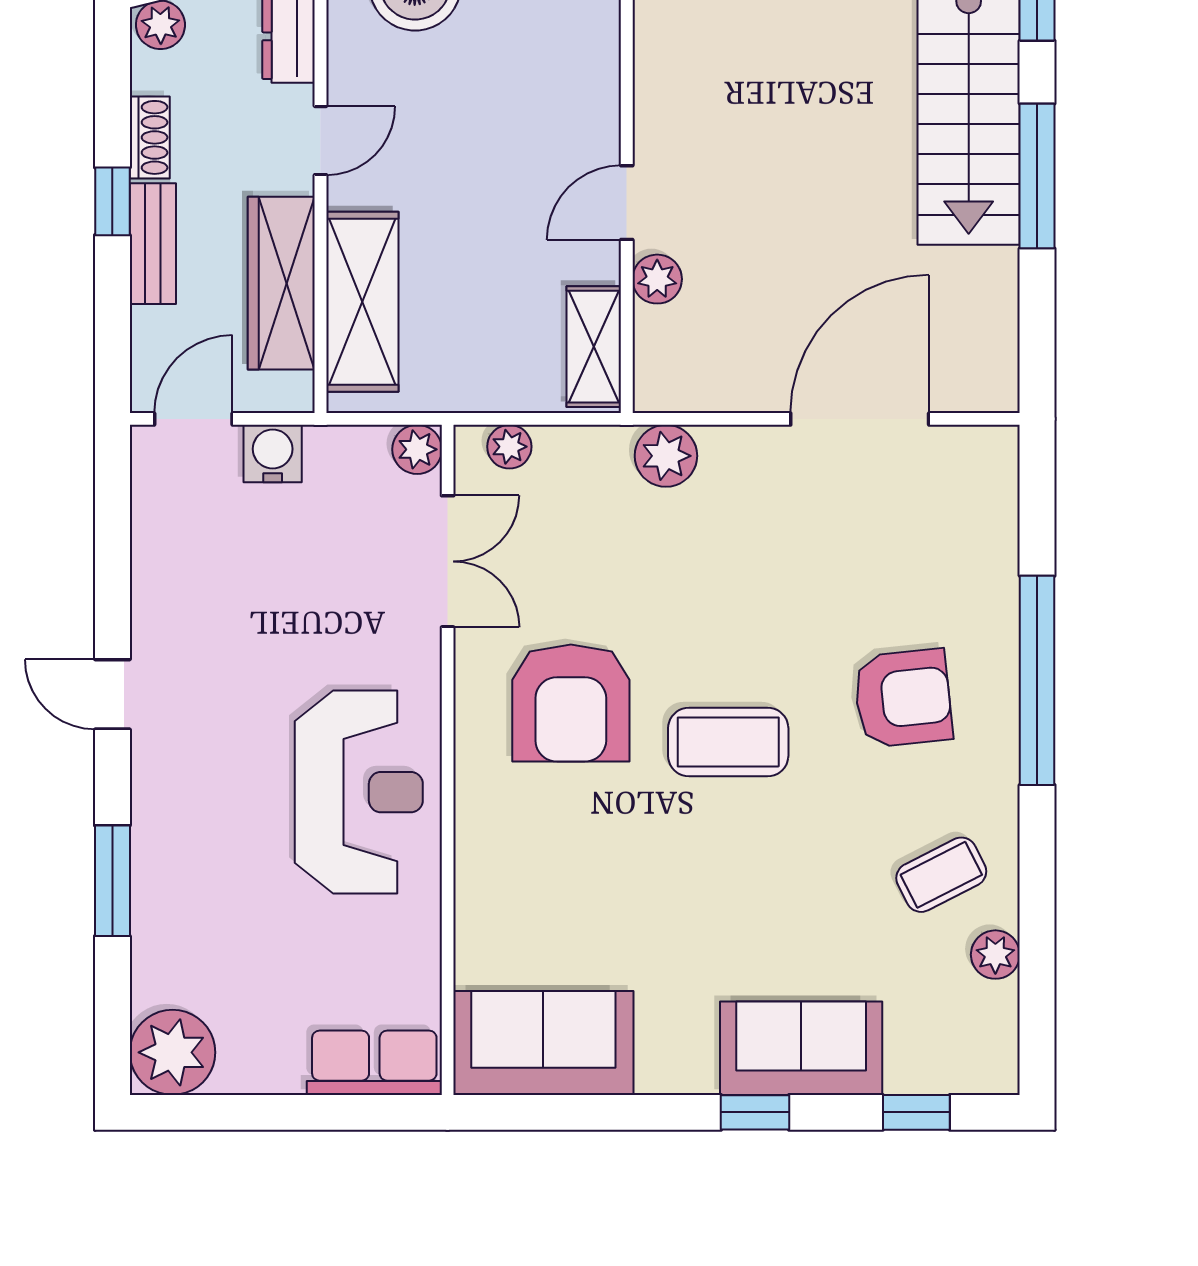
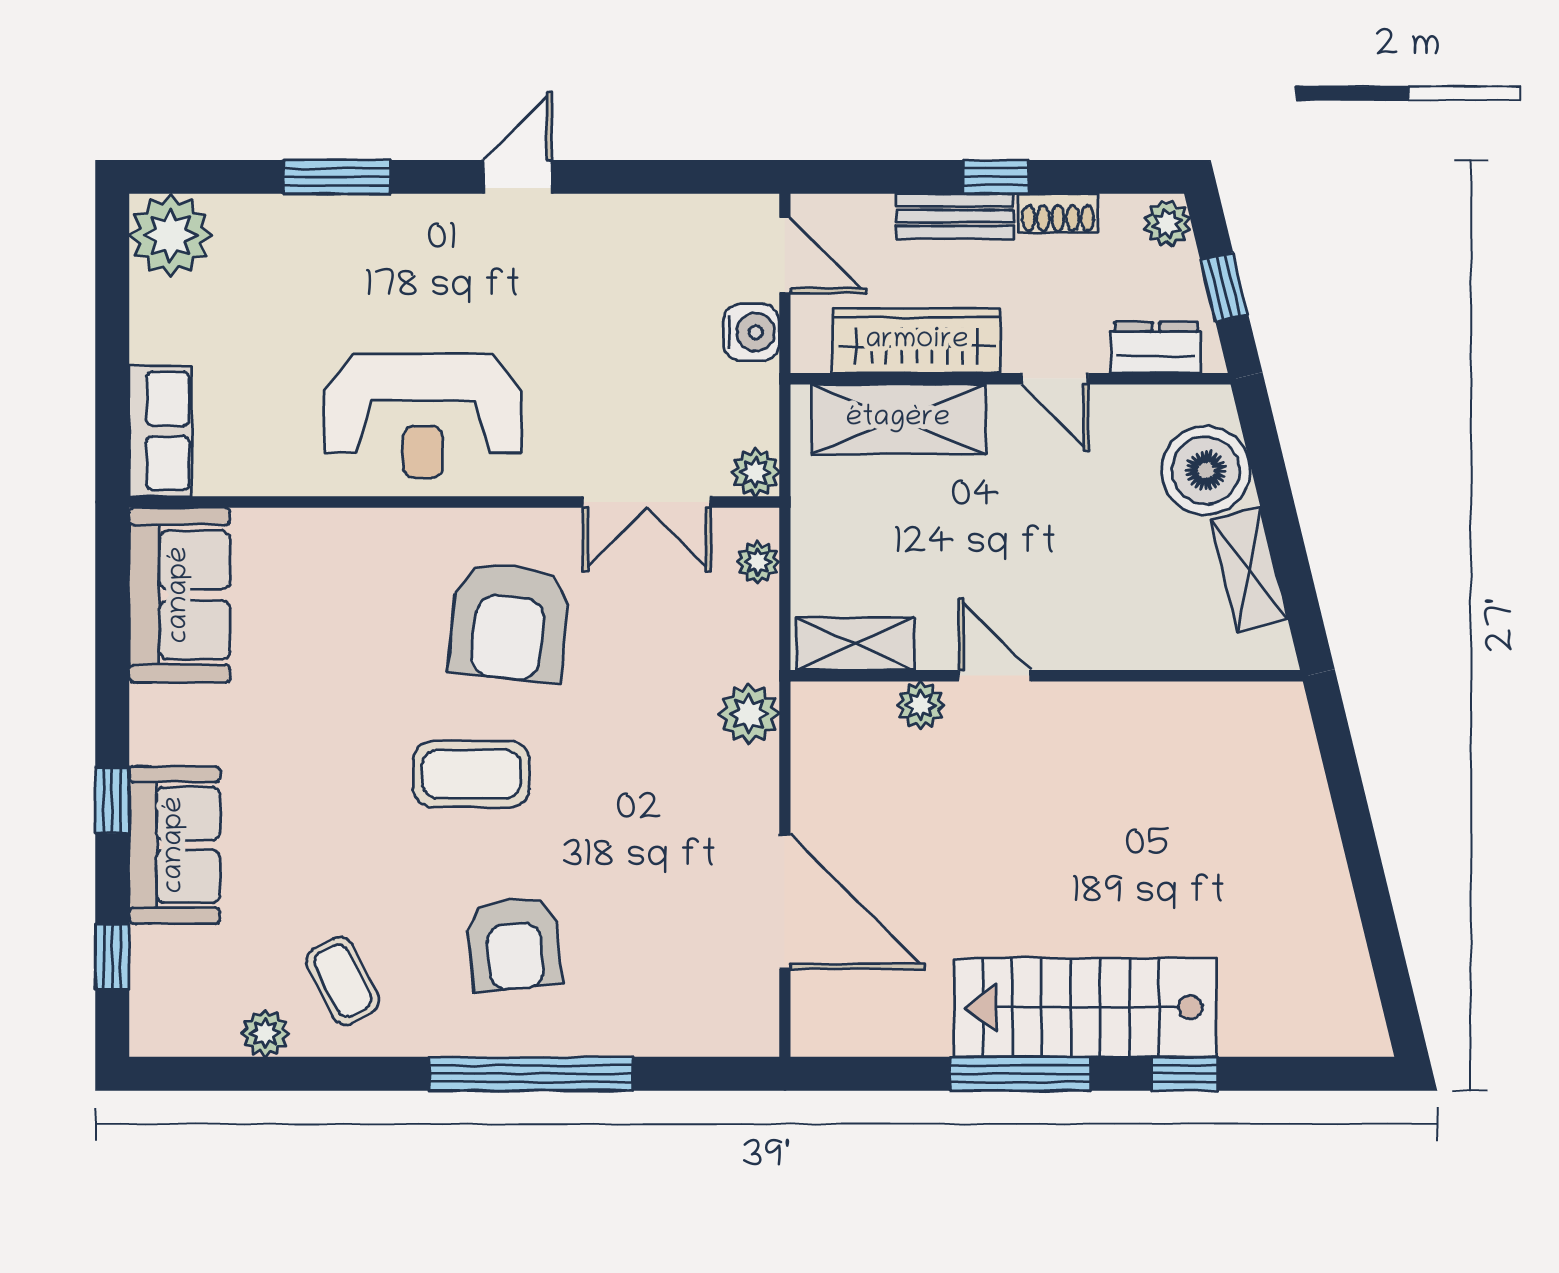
armchair: (571, 703) -> (509, 622), turned -84
coffee table: (728, 742) -> (471, 774), turned 90

